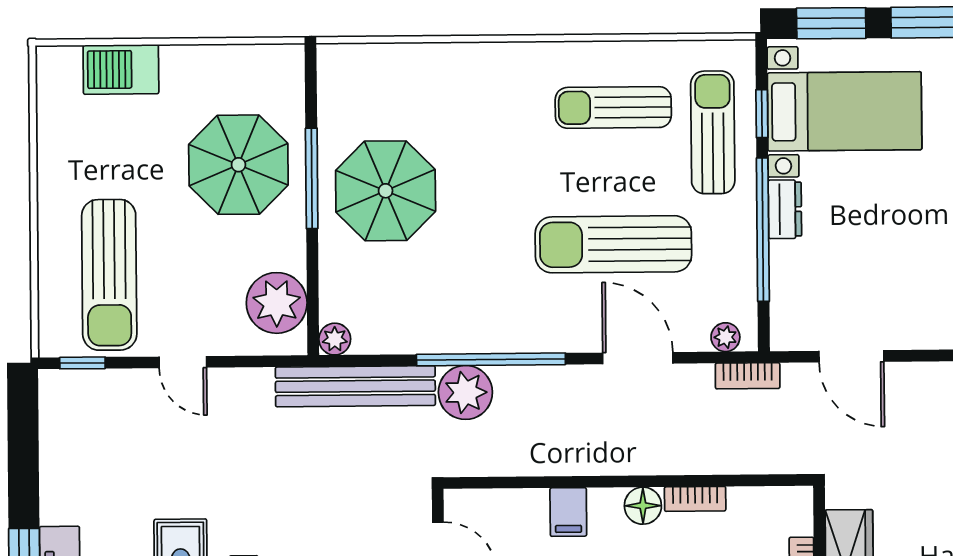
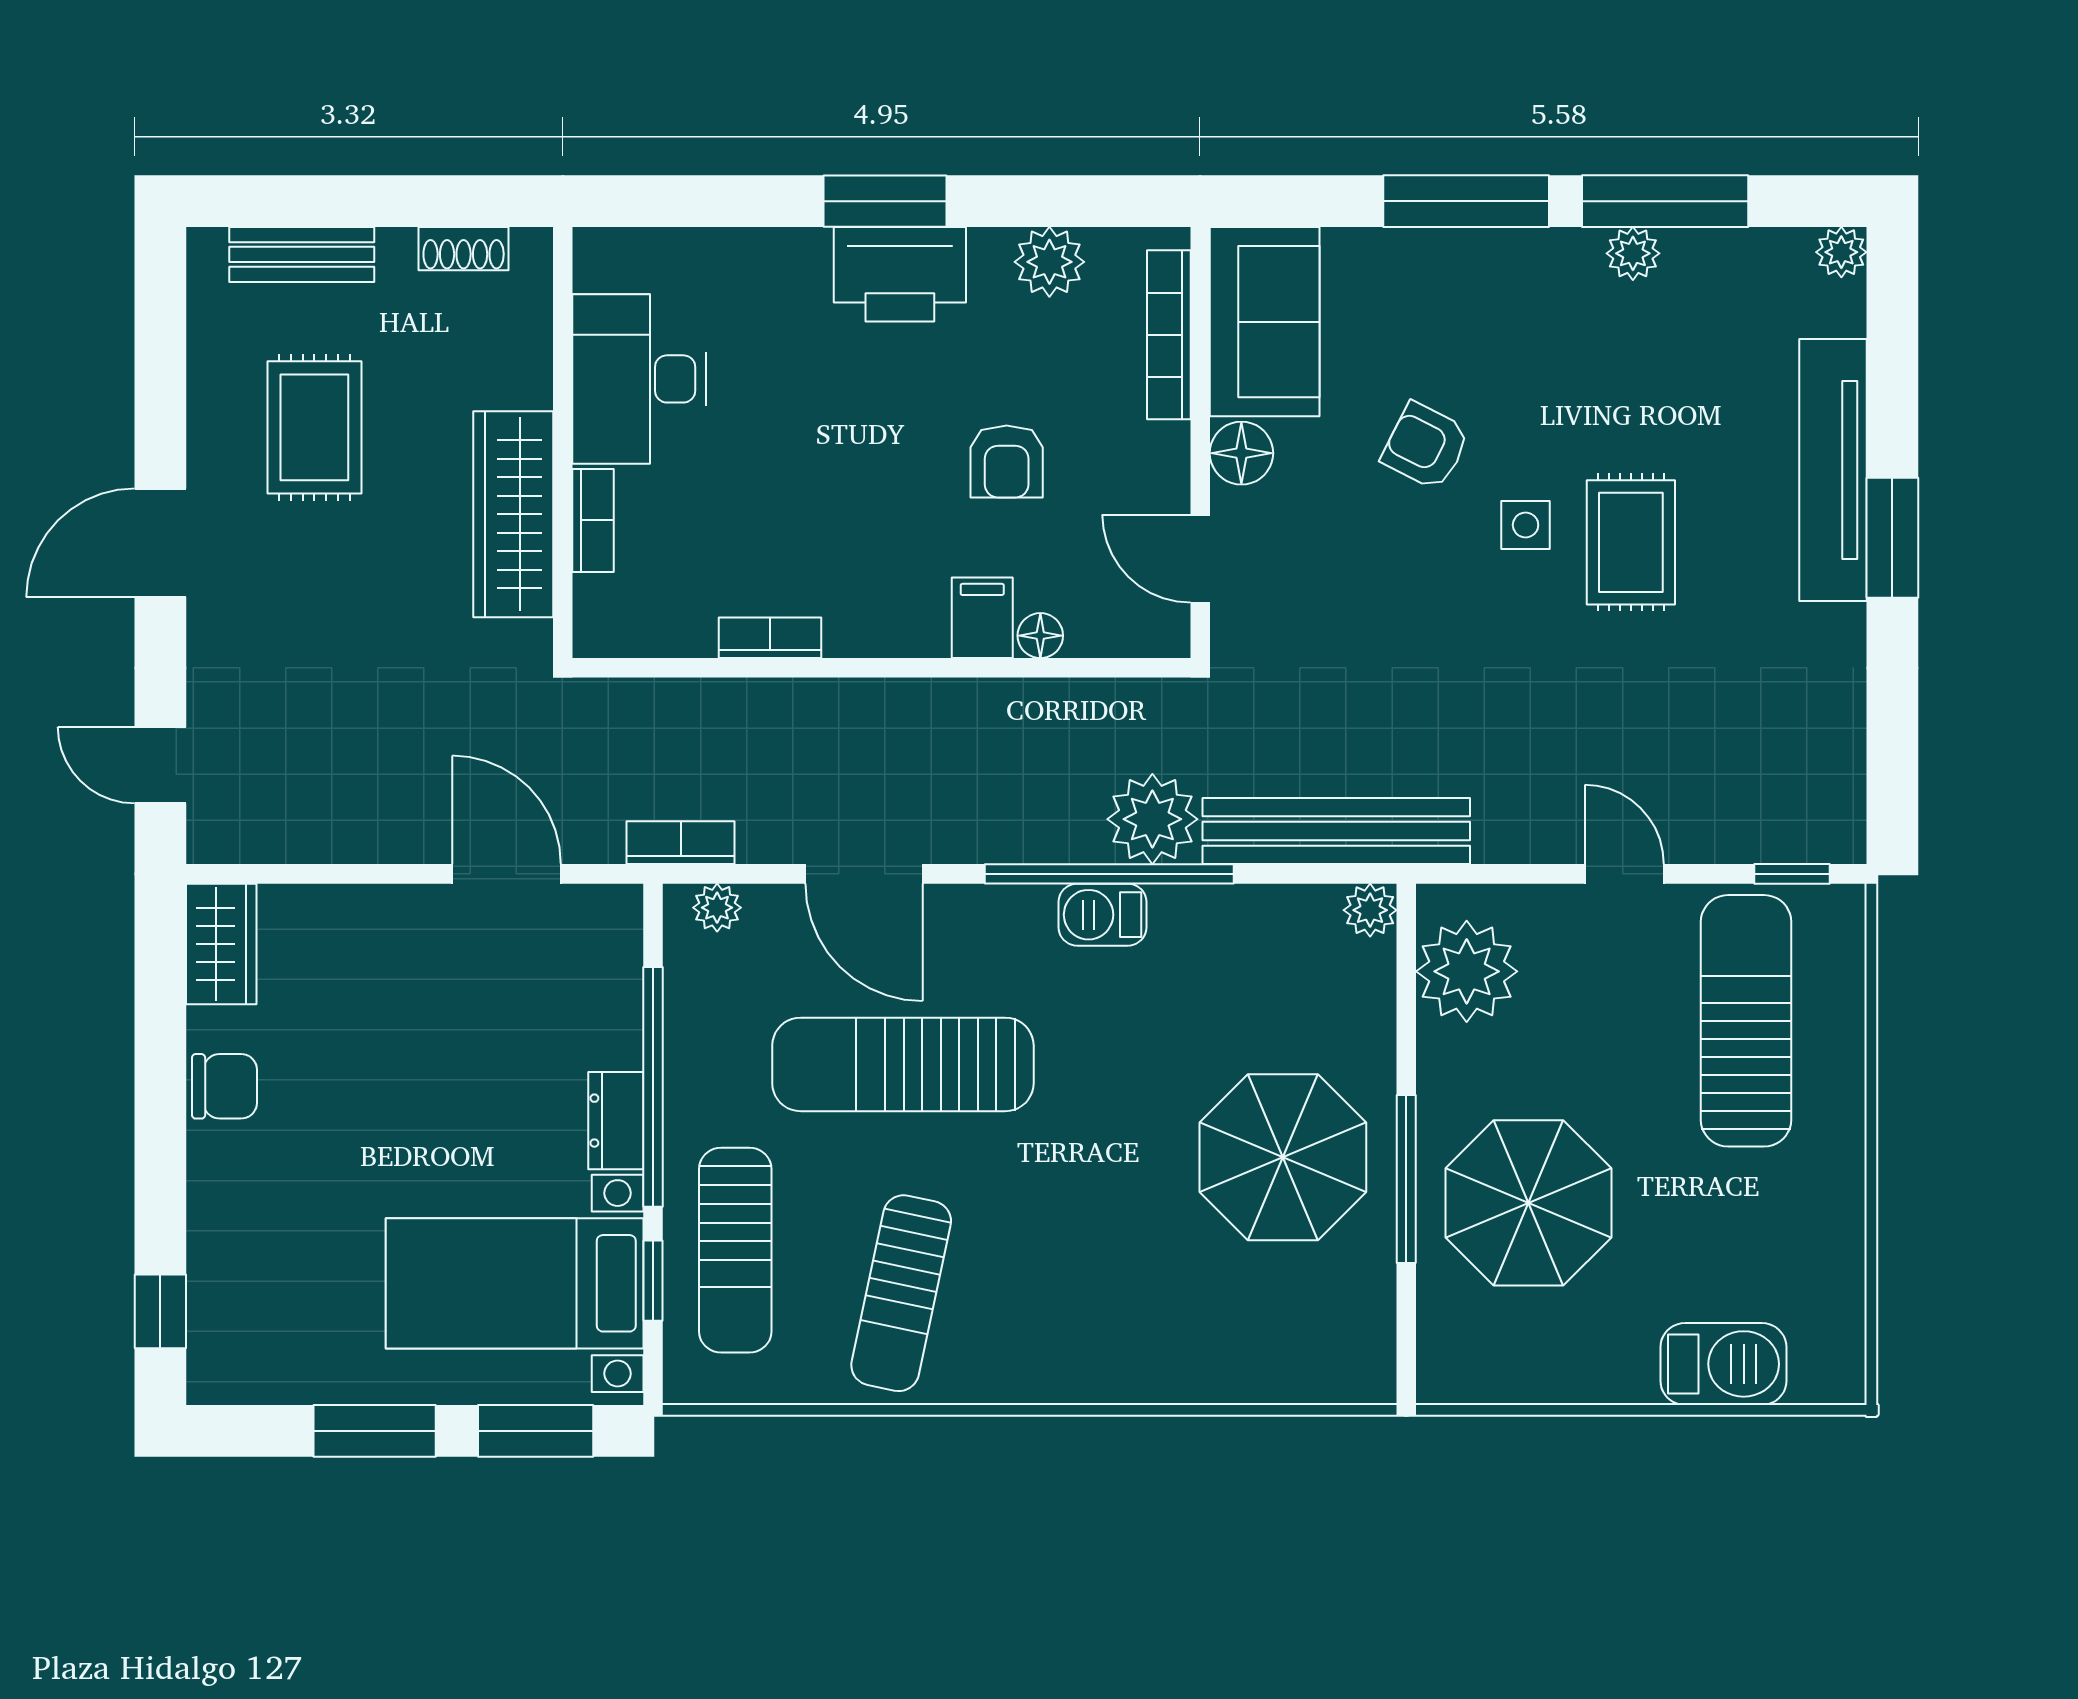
sun lounger: (613, 107) -> (901, 1293), turned 102
sun lounger: (613, 244) -> (903, 1064), turned 180
barbecue: (495, 335) -> (1103, 915), added
floor lamp: (643, 506) -> (1040, 636), moved, width x0.73, depth x0.73

